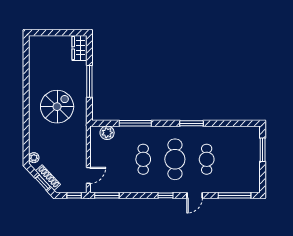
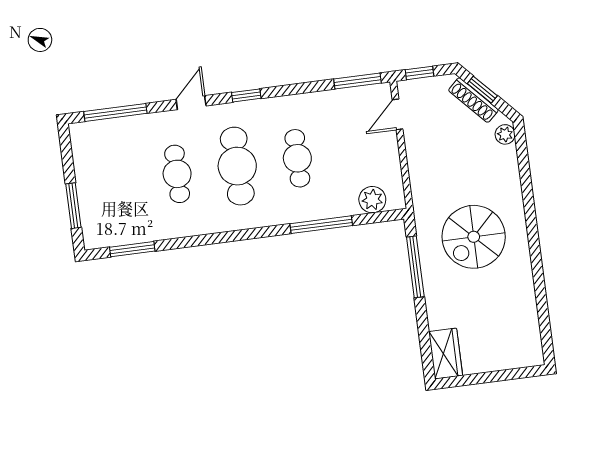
window: (89, 81) -> (415, 267), moved
window: (191, 123) -> (132, 249), moved

